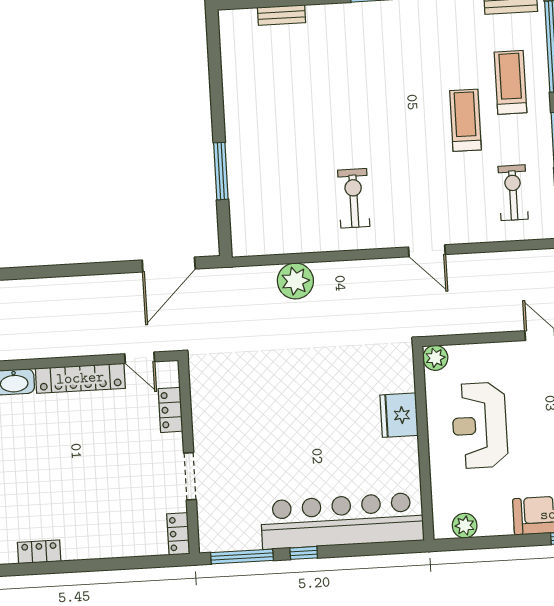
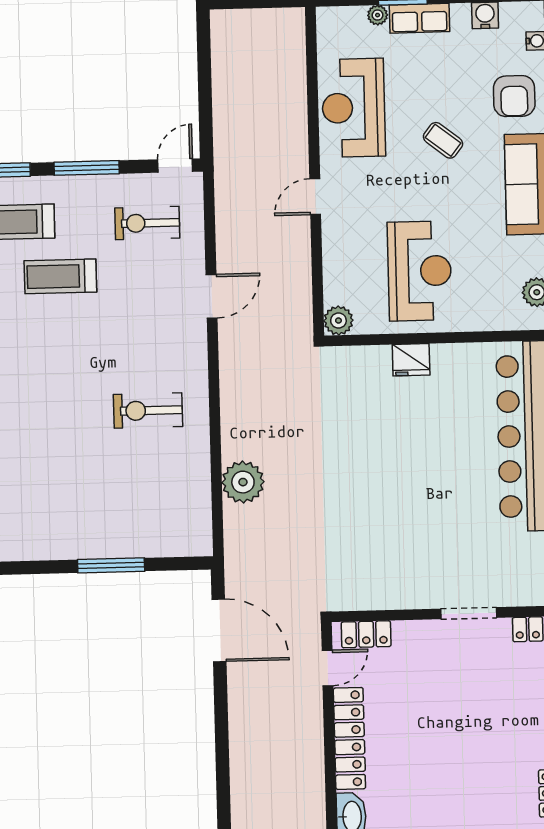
door: (427, 251) -> (212, 296), moved
locker: (170, 410) -> (366, 634), moved
fridge: (399, 415) -> (411, 360), width x0.73, depth x0.75
reception desk: (480, 425) -> (420, 271), turned -90

